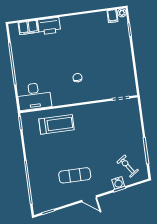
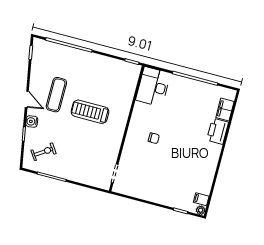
treadmill: (57, 124) -> (90, 112), moved, turned 90
water cooler: (118, 183) -> (32, 121), moved
door: (89, 199) -> (27, 99), swing flipped

